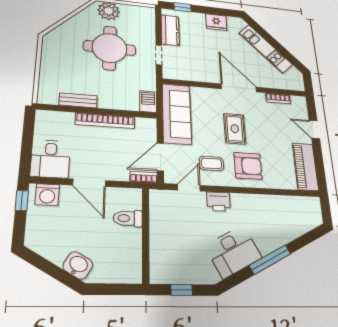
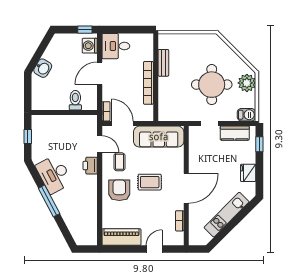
barbecue: (148, 102) -> (246, 115), moved
armchair: (248, 166) -> (119, 190), turned 180

